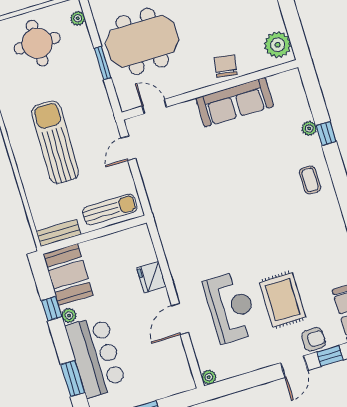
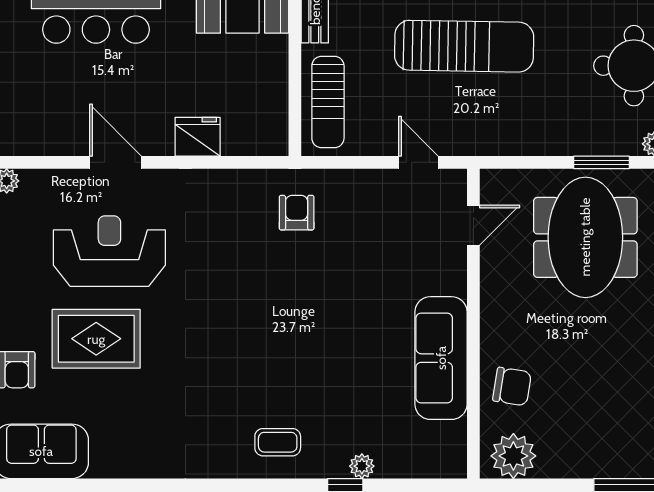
window: (103, 63) -> (601, 162), moved
chair: (226, 66) -> (512, 386), moved
armchair: (177, 208) -> (297, 213), added
reception desk: (231, 307) -> (109, 251), turned 180

